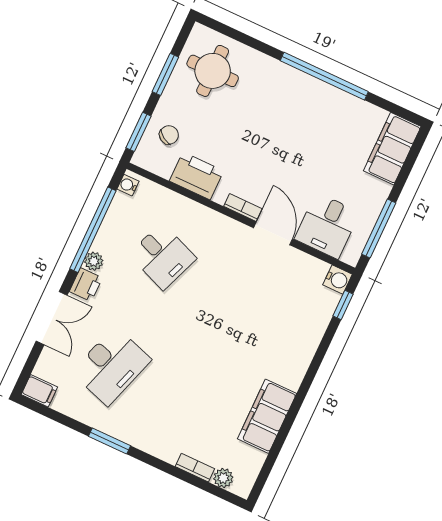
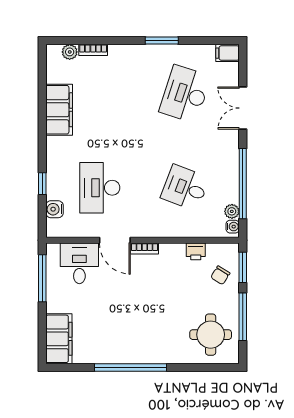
window: (165, 74) -> (243, 317), width x1.44
printer: (196, 176) -> (196, 251), width x0.53, depth x0.68
plant: (94, 261) -> (232, 211), moved
water cooler: (337, 280) -> (54, 209), moved
printer: (86, 285) -> (230, 143), removed
desk: (262, 303) -> (100, 188), added
window: (343, 305) -> (42, 184), moved

